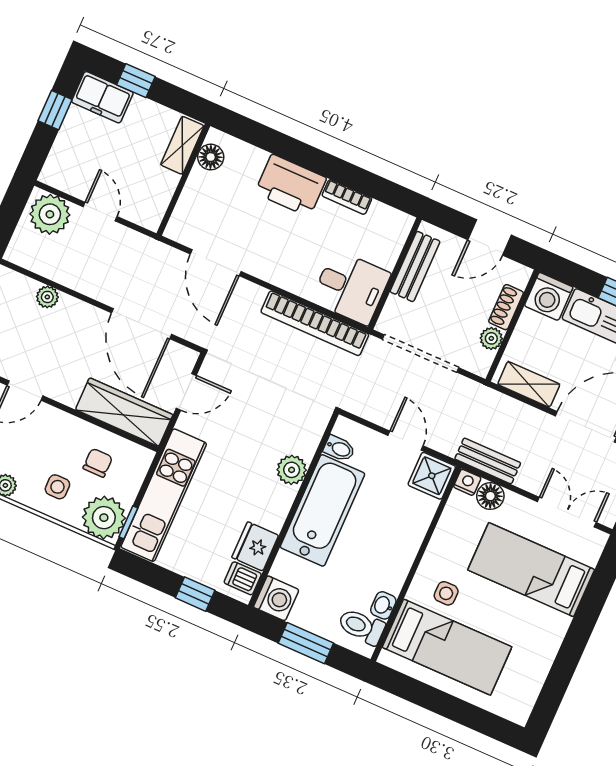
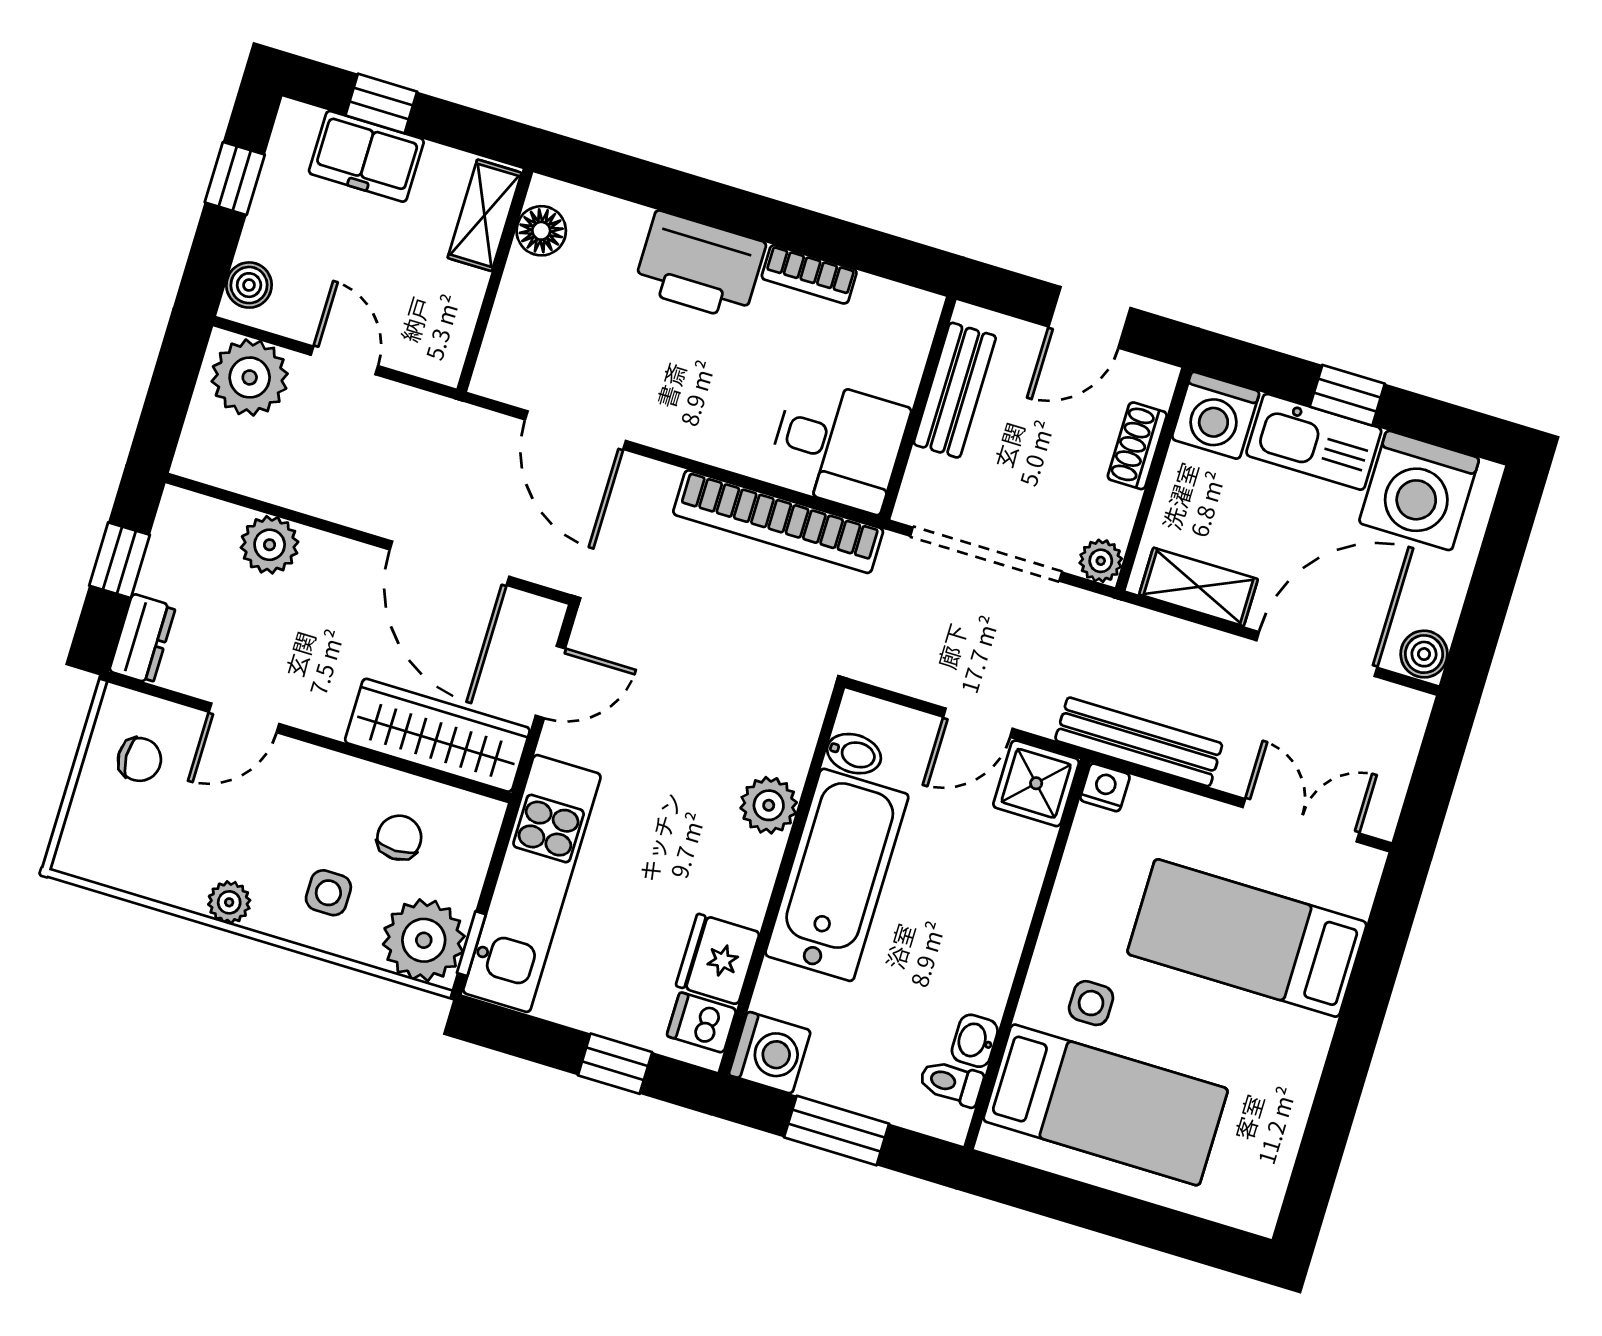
freezer: (102, 97) -> (366, 156), moved
boiler: (56, 166) -> (249, 285), added
plant: (47, 297) -> (270, 545), width x1.38, depth x1.38
plant: (491, 338) -> (1101, 561), moved
door: (405, 441) -> (978, 723), swing flipped
bench: (488, 461) -> (1139, 742), width x1.36
floor lamp: (490, 496) -> (1152, 808), removed
toilet: (361, 626) -> (951, 1083), width x0.73, depth x0.72

